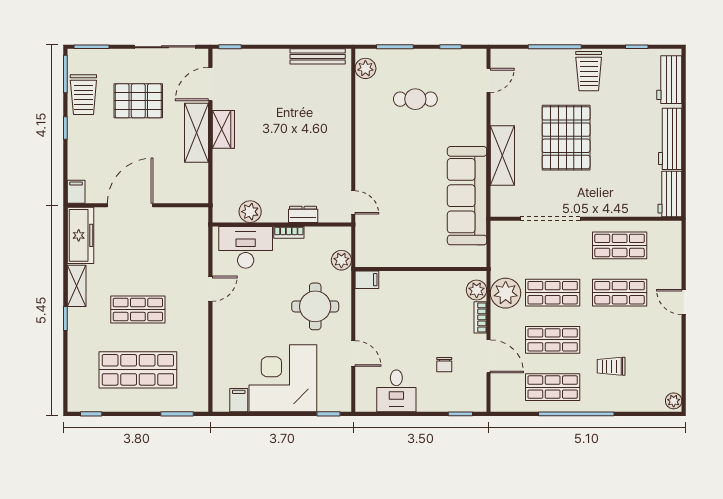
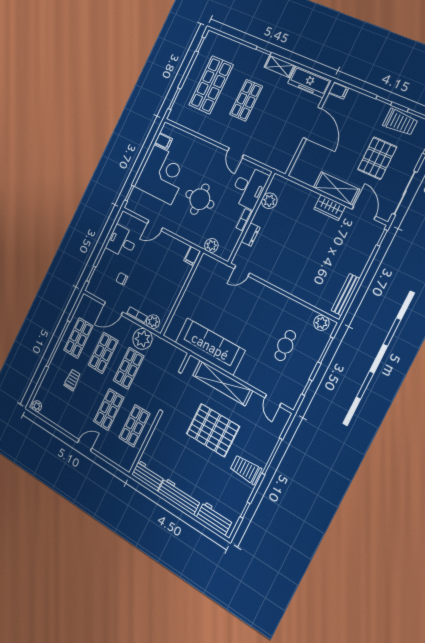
trolley: (83, 95) -> (400, 122), turned 180
shelving: (502, 156) -> (222, 383), width x1.47
round table: (315, 306) -> (200, 199), moved

